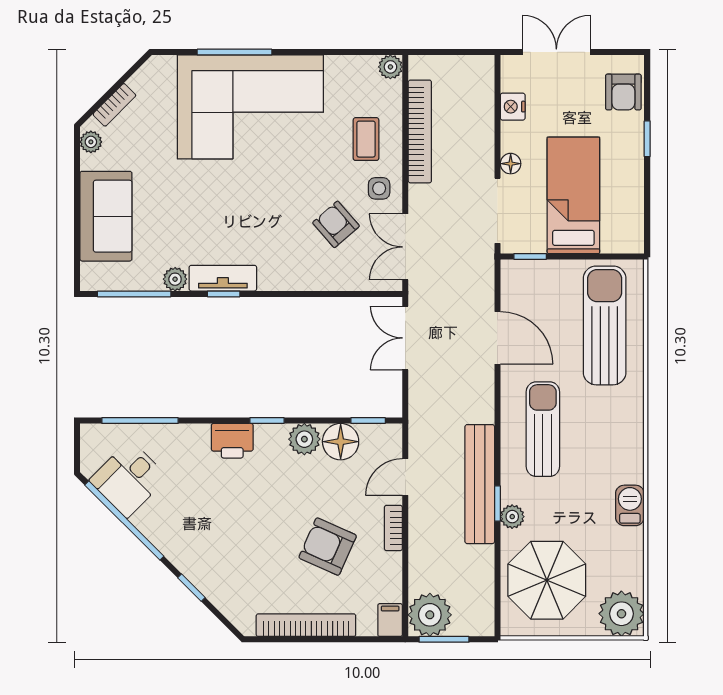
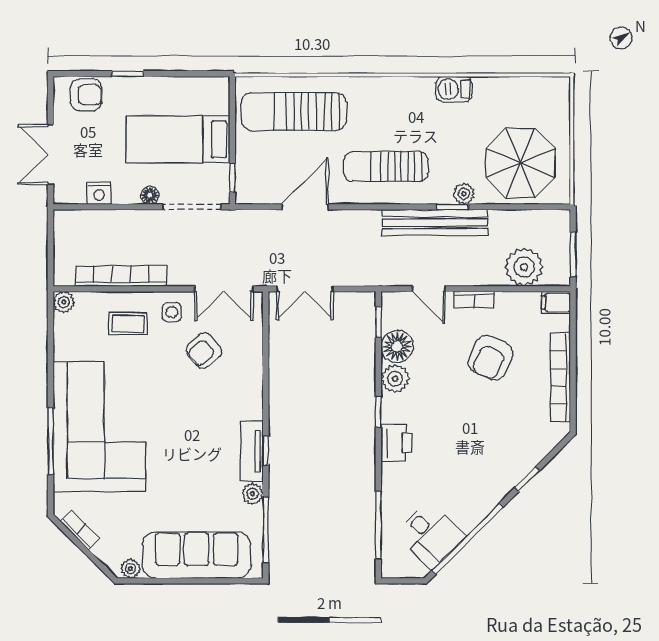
bookcase: (114, 105) -> (80, 530), moved
sofa: (106, 216) -> (197, 555), width x1.36
plant: (621, 614) -> (550, 97), removed
plant: (430, 615) -> (524, 267), moved

